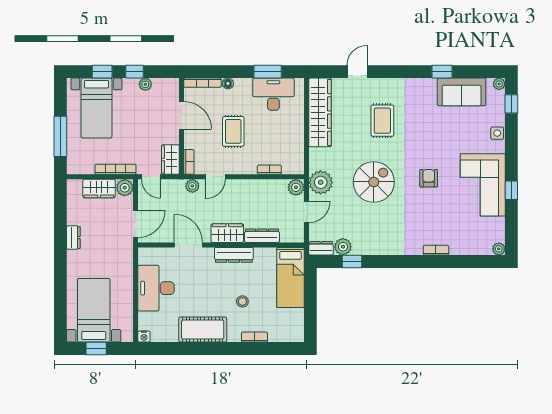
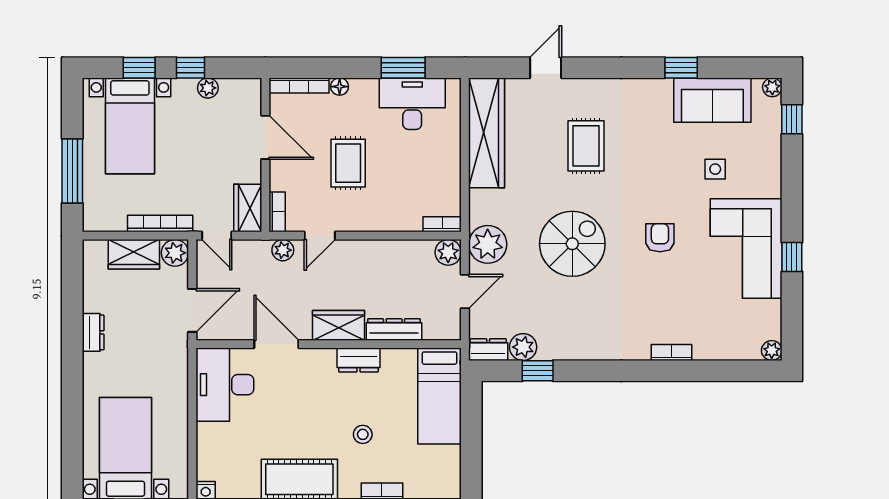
side table: (497, 133) -> (715, 169), moved
bookcase: (269, 170) -> (442, 224), moved
dresser: (234, 255) -> (359, 360), width x0.70
desk: (156, 288) -> (225, 385), moved

